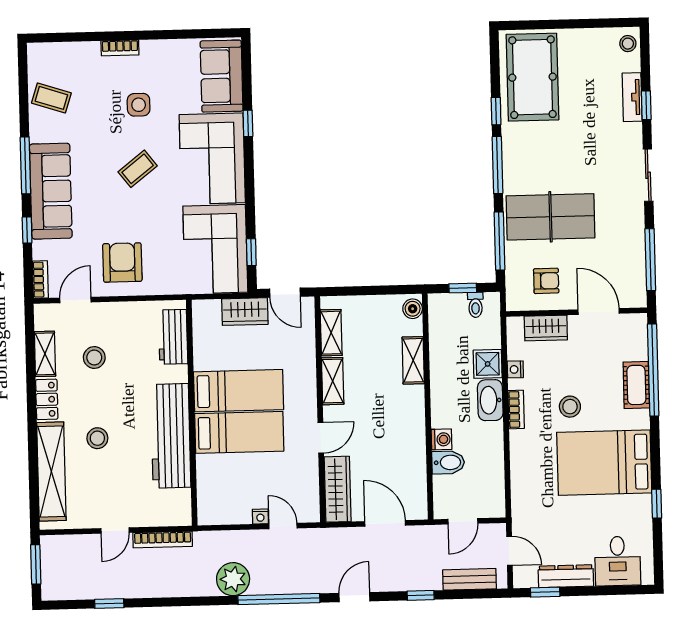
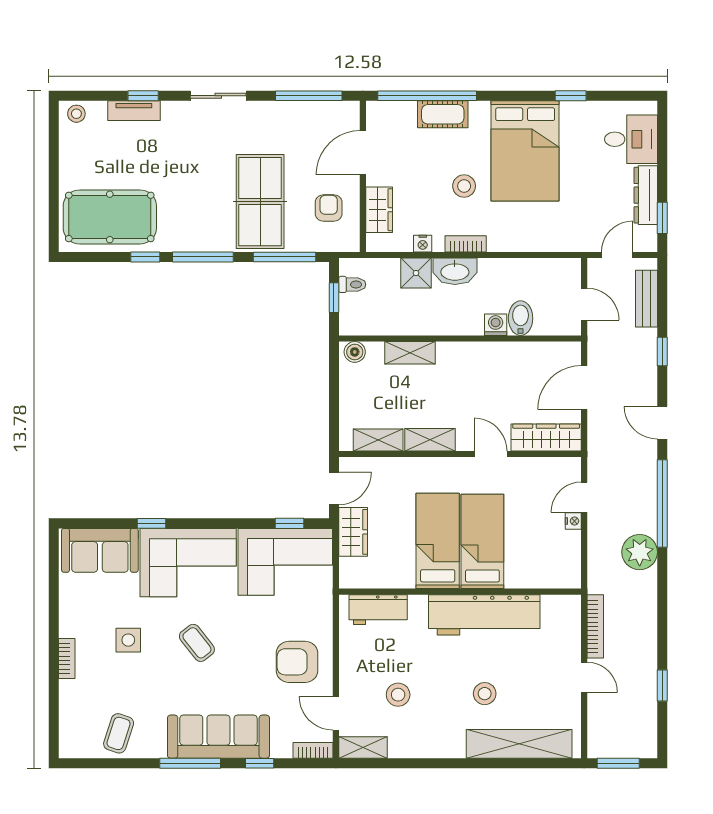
shelving: (45, 354) -> (363, 747), moved
locker: (47, 399) -> (442, 747), removed

